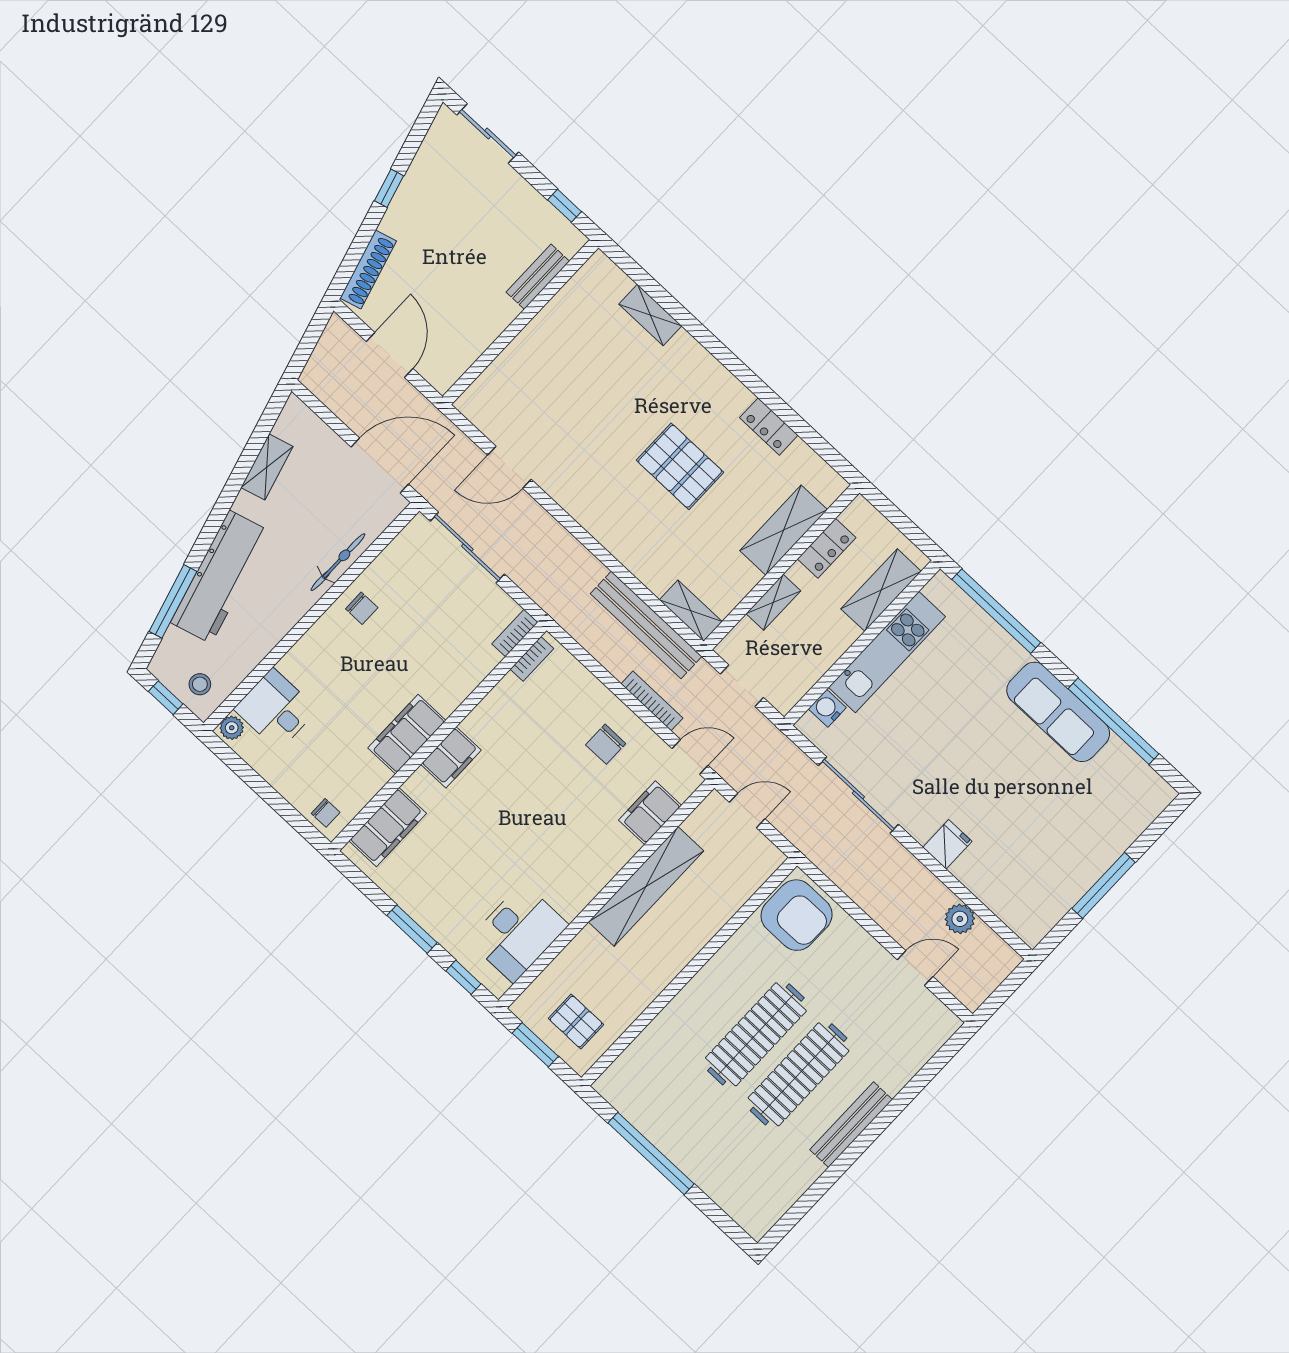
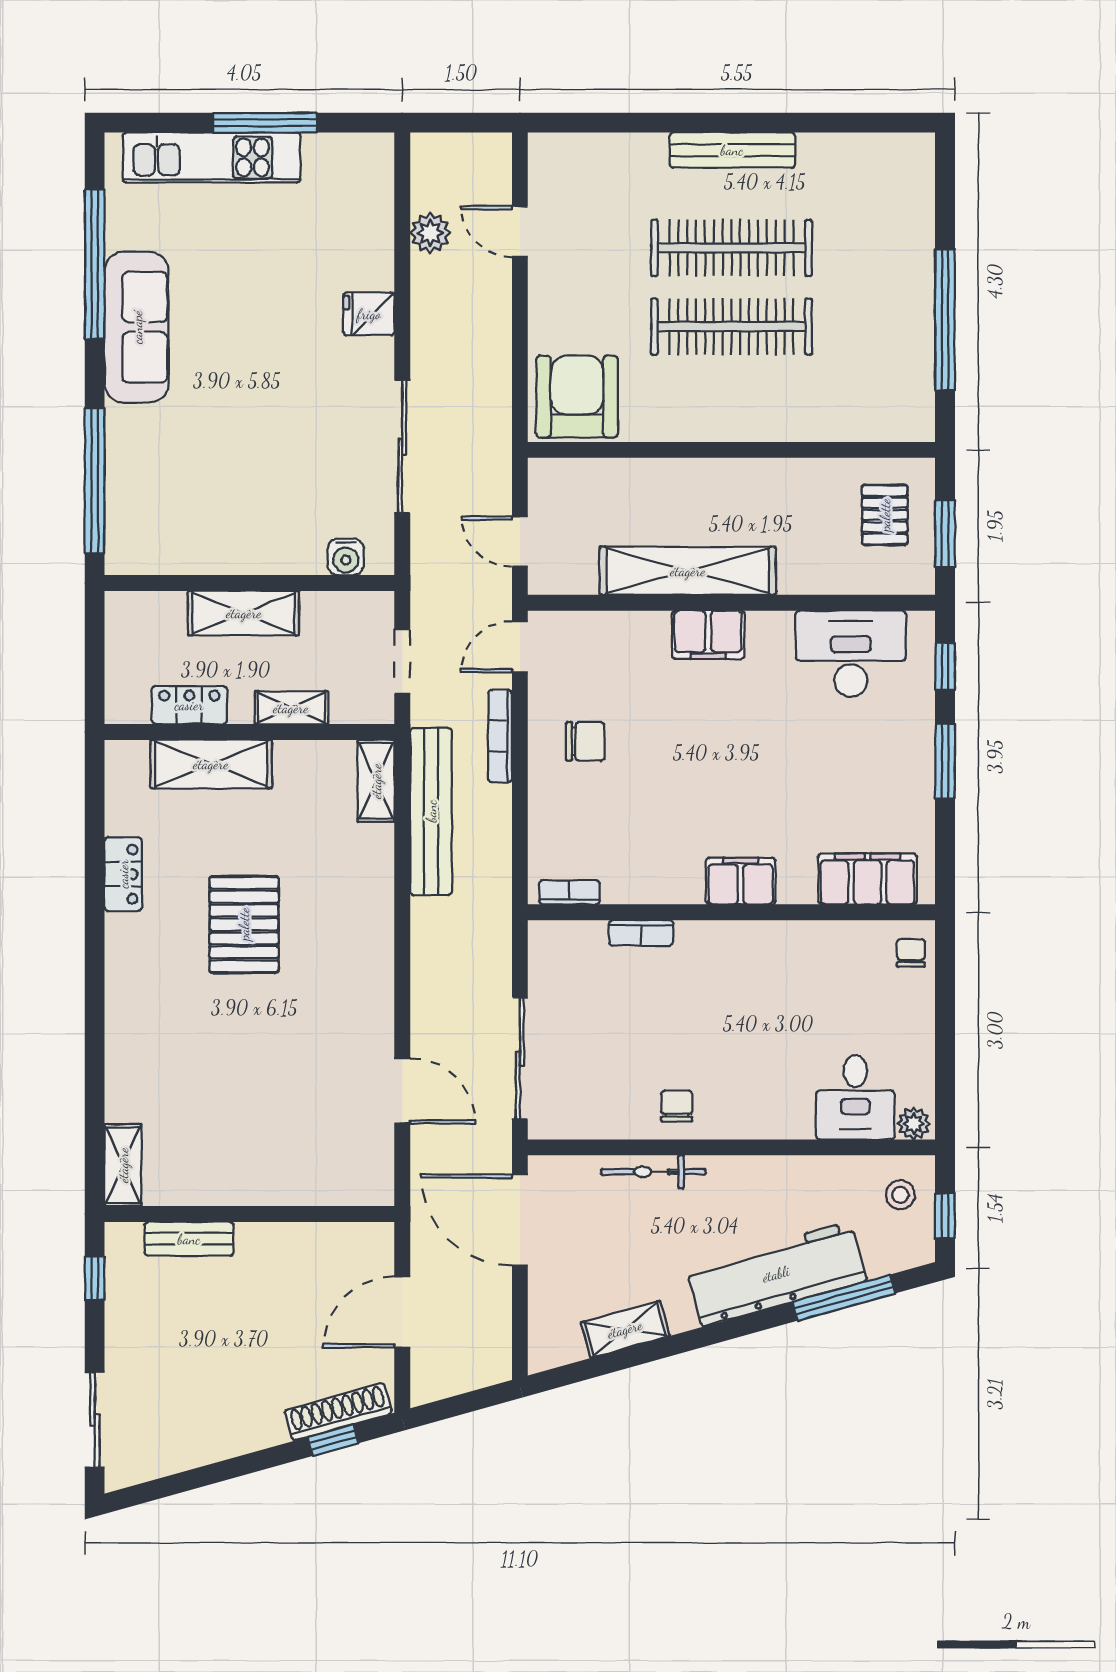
window: (389, 188) -> (333, 1440), moved
shelving: (650, 315) -> (123, 1165), moved
shelving: (881, 590) -> (244, 613), moved
bookcase: (515, 633) -> (641, 933), moved
kitchen unit: (887, 652) -> (212, 157), moved, turned 180
filing cabinet: (407, 734) -> (759, 946), removed
door: (690, 757) -> (520, 647), hinge flipped
filing cabinet: (650, 813) -> (708, 635), moved

